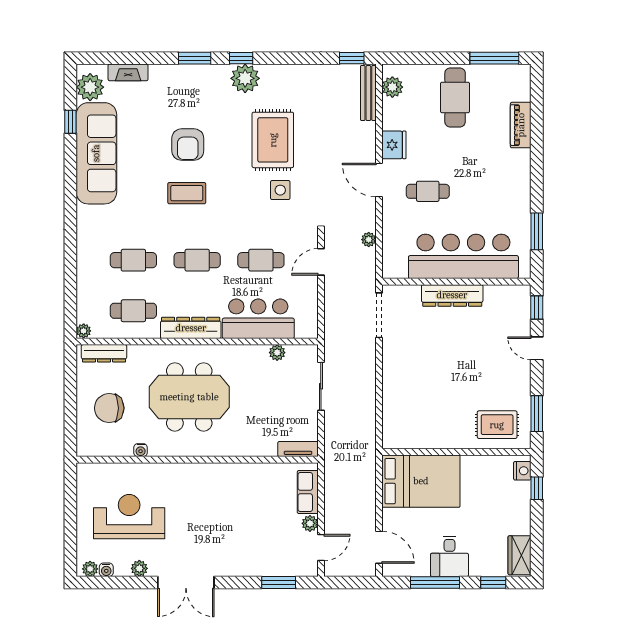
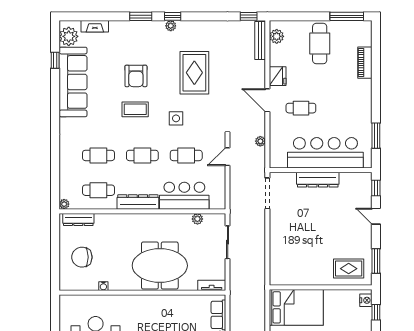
plant: (245, 78) -> (171, 26), width x0.53, depth x0.53
side table: (280, 190) -> (176, 118), moved
meeting table: (189, 397) -> (160, 266), moved

